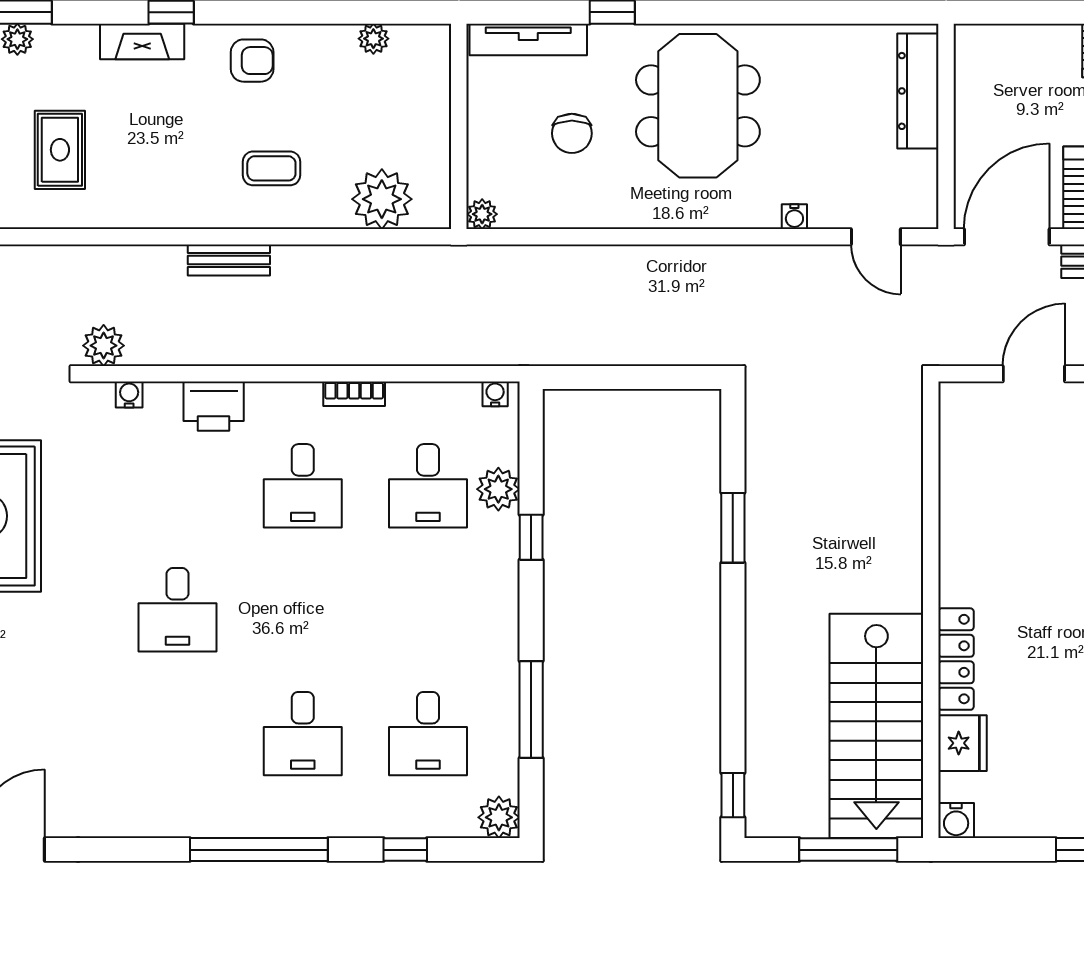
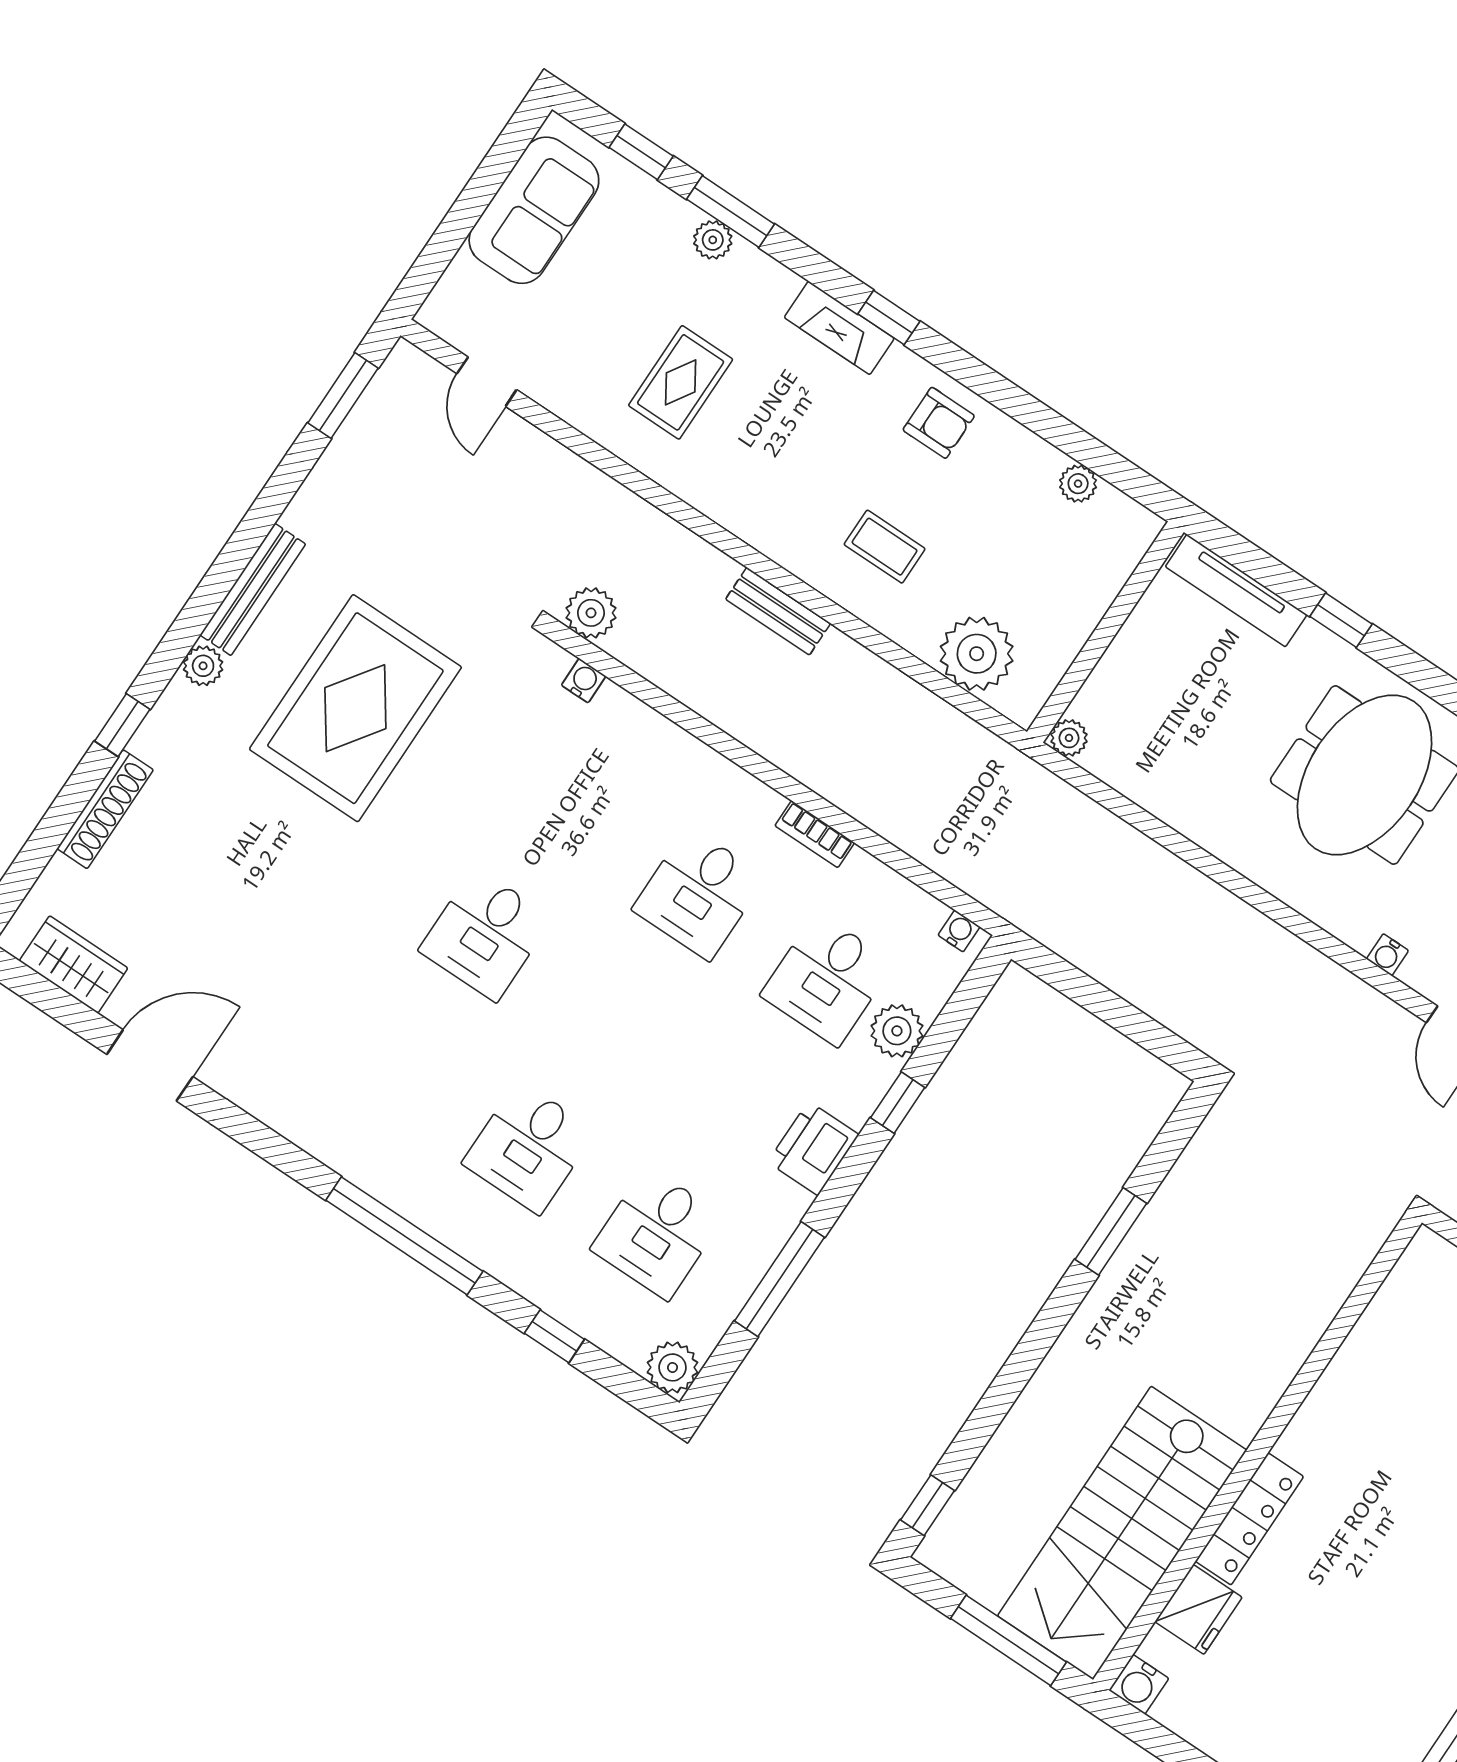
chair: (572, 133) -> (1216, 717), removed
printer: (214, 406) -> (813, 1148), moved, turned 90

